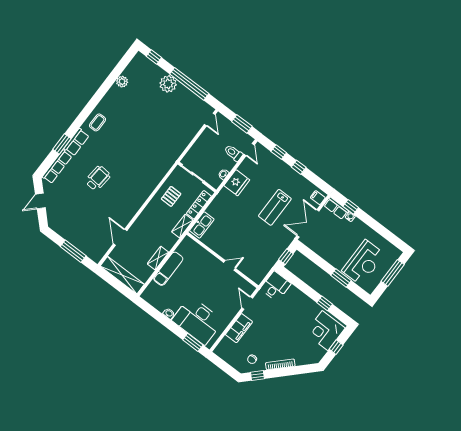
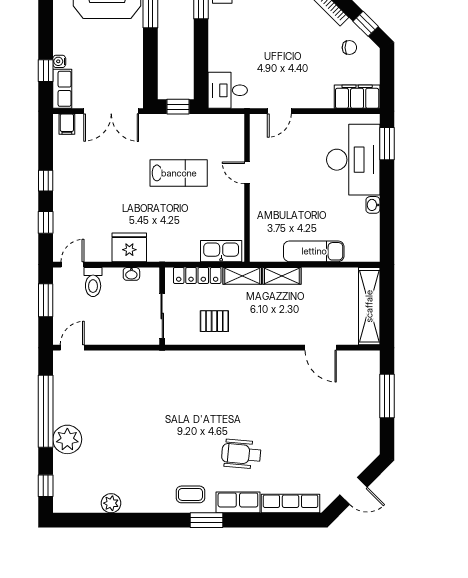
window: (62, 144) -> (207, 520), moved
wheelchair: (98, 178) -> (241, 454), moved
lab bench: (275, 207) -> (179, 173), moved
door: (120, 237) -> (321, 348), hinge flipped
shelving: (158, 258) -> (282, 276), moved
filing cabinet: (239, 328) -> (357, 97), moved

